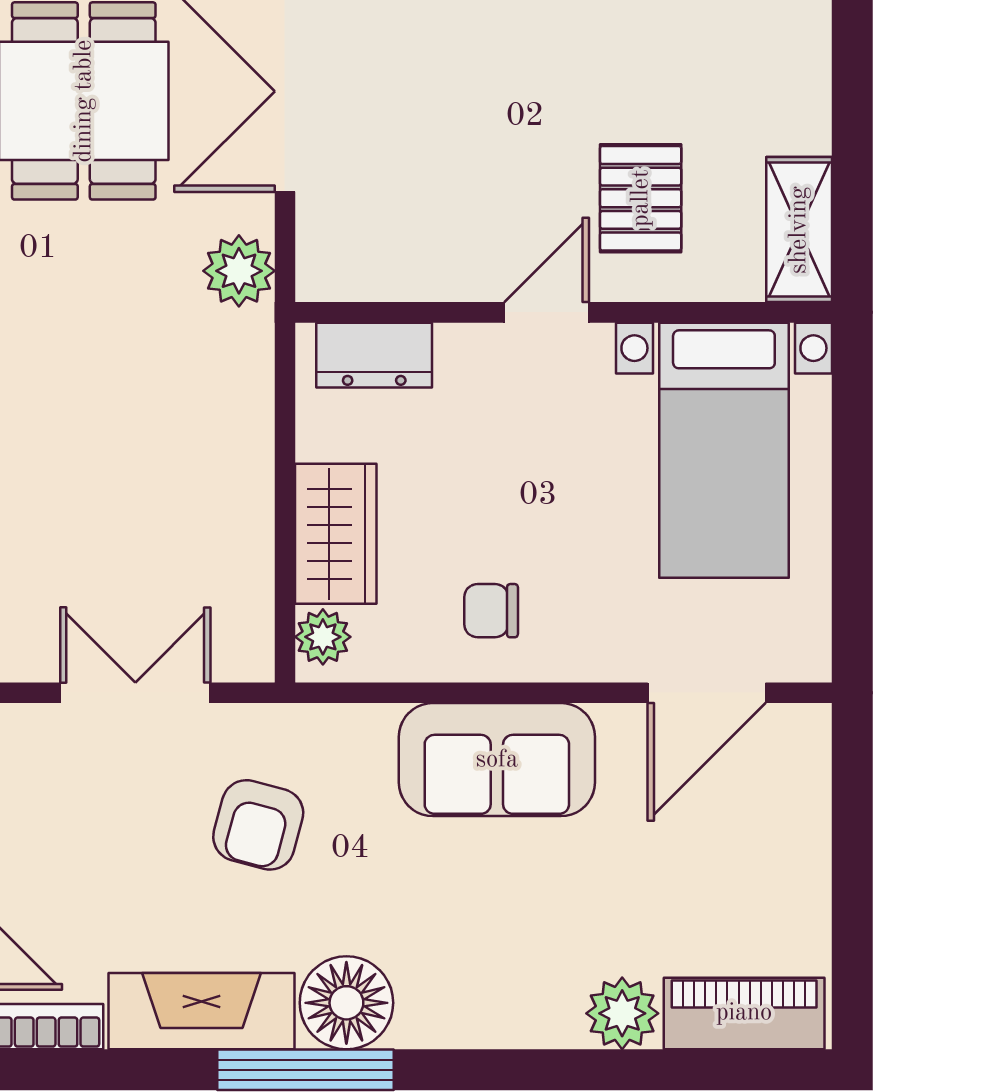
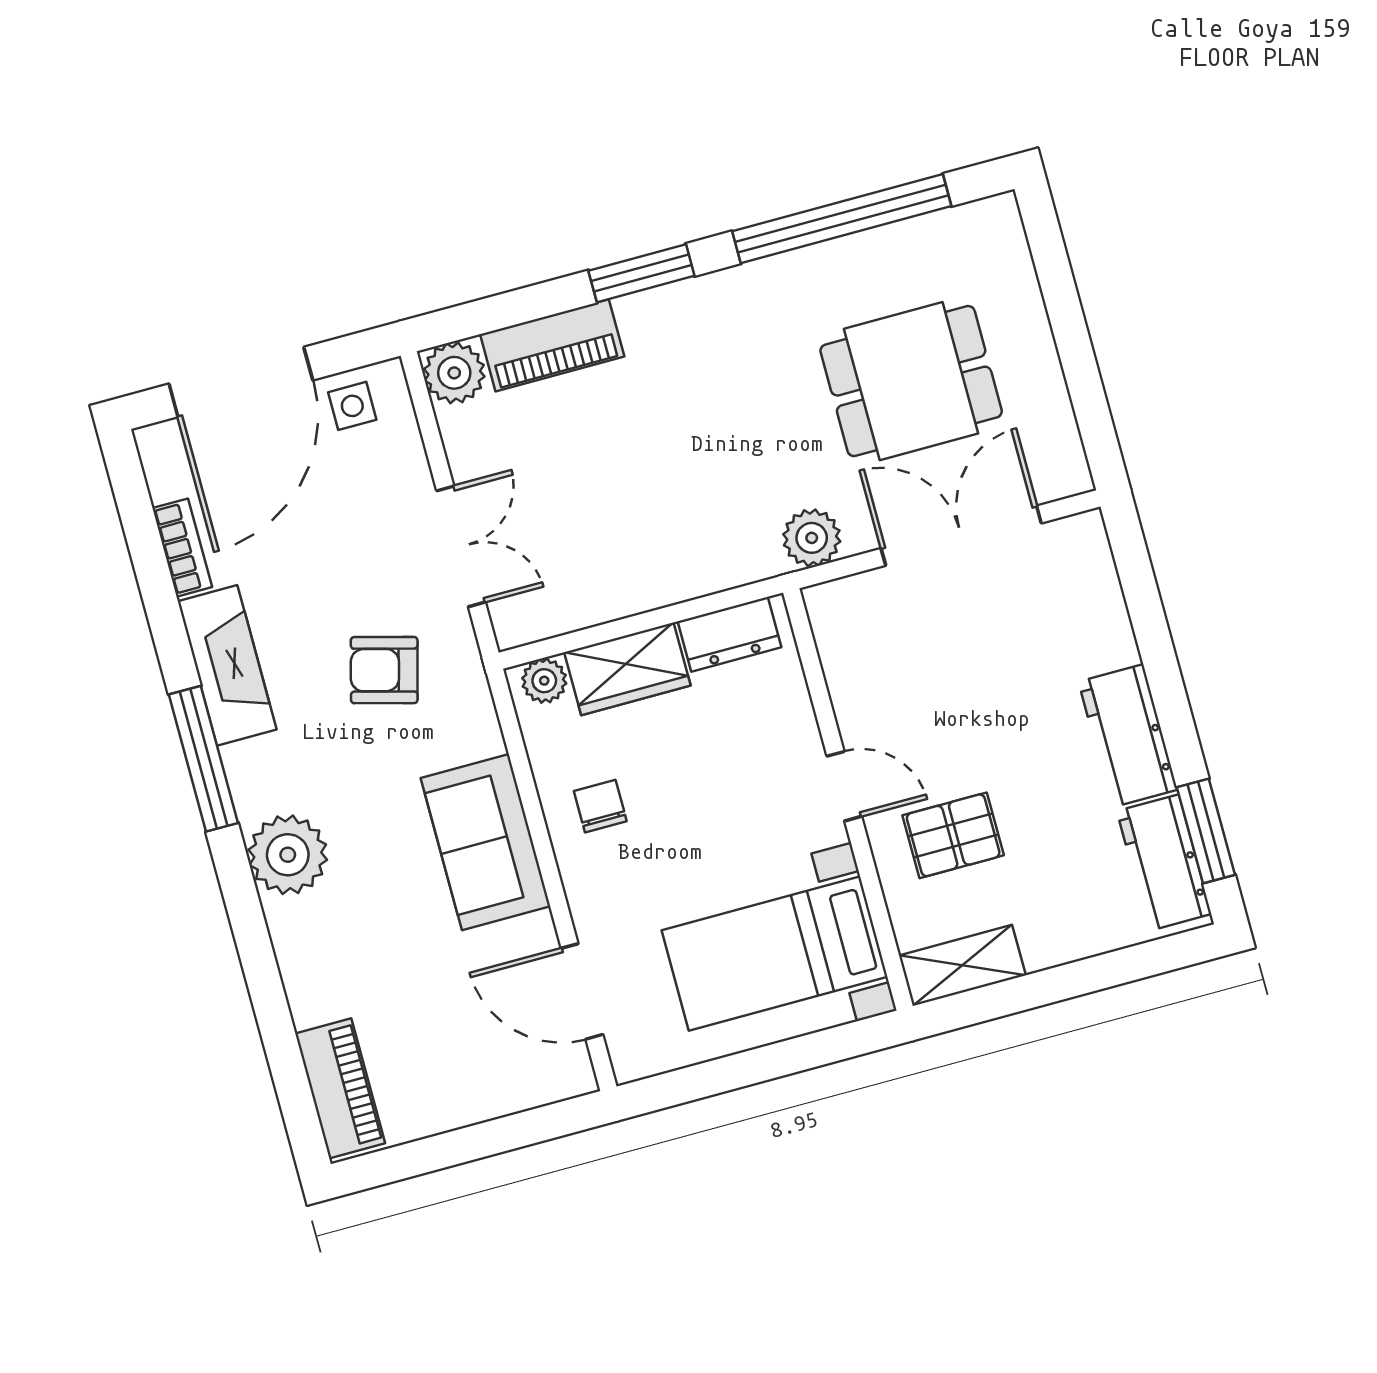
dresser: (374, 355) -> (730, 634), moved, turned -90
floor lamp: (346, 1003) -> (264, 776), removed
plant: (622, 1013) -> (288, 855), moved, width x1.36, depth x1.36

